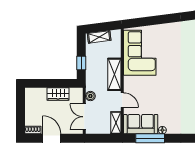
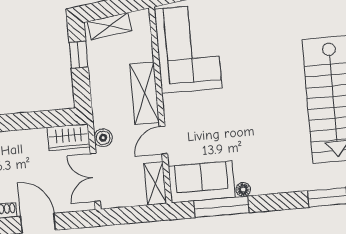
window: (81, 63) -> (79, 55), moved
wardrobe: (58, 94) -> (69, 137), moved
door: (122, 100) -> (163, 140), swing flipped

